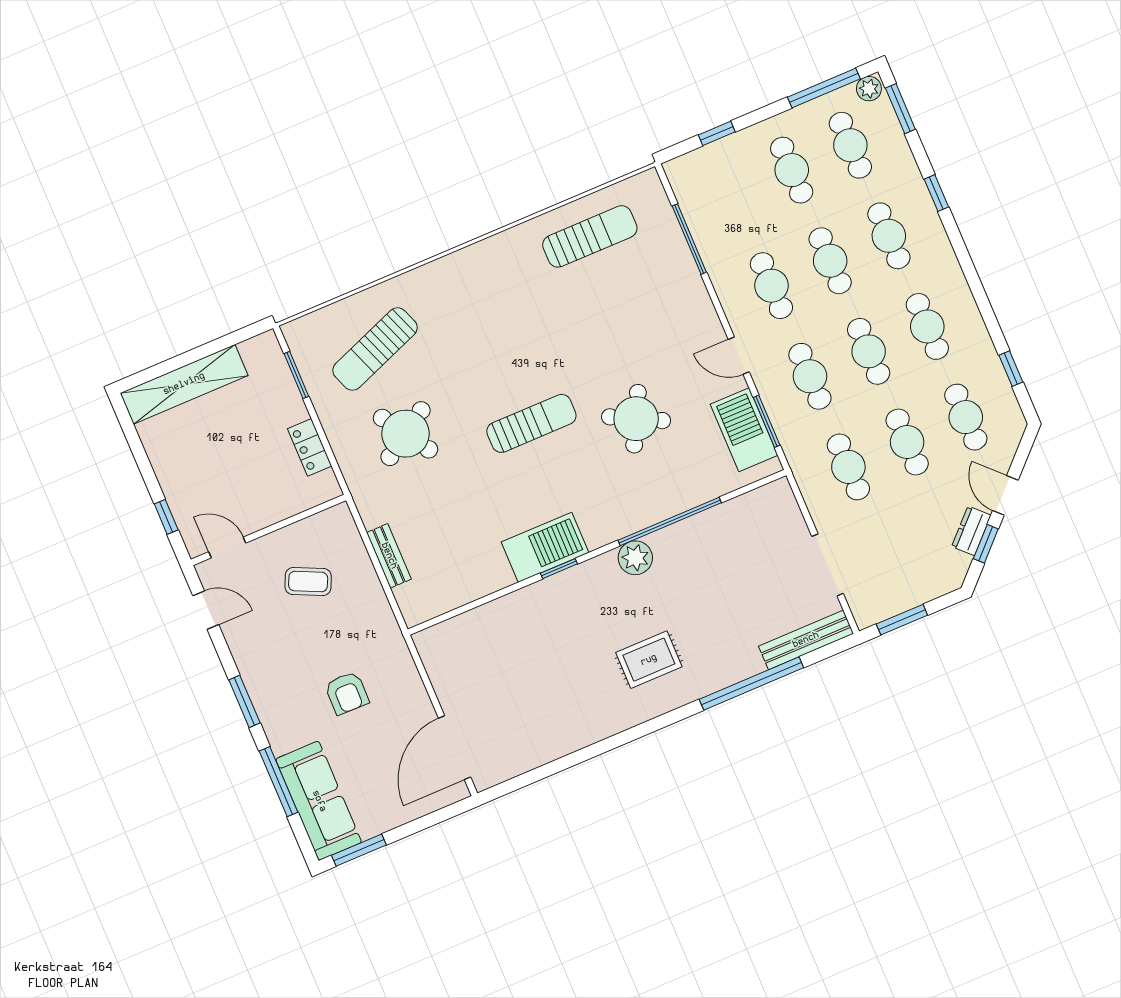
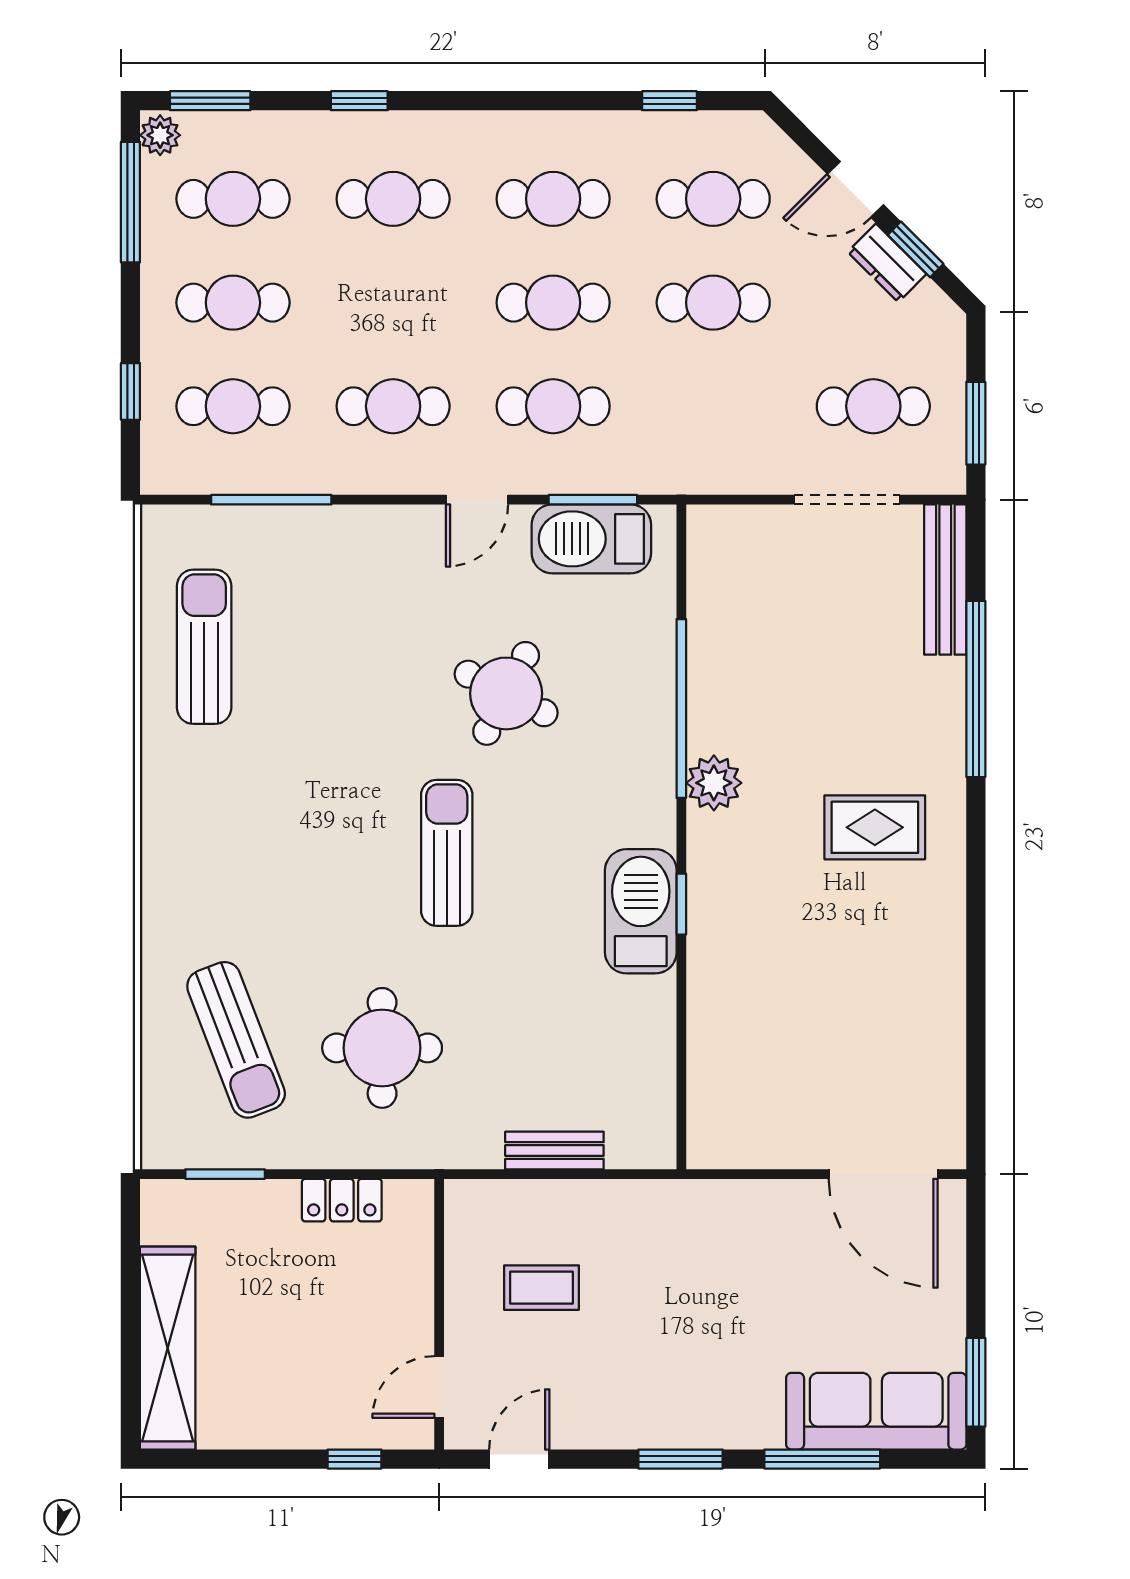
cafe table: (830, 261) -> (233, 406), moved
round table: (406, 434) -> (382, 1048), turned 33
cafe table: (848, 467) -> (873, 406), moved
coffee table: (308, 582) -> (542, 1288), turned 65
rug: (649, 660) -> (875, 827), turned 90
armchair: (347, 693) -> (733, 1301), removed

